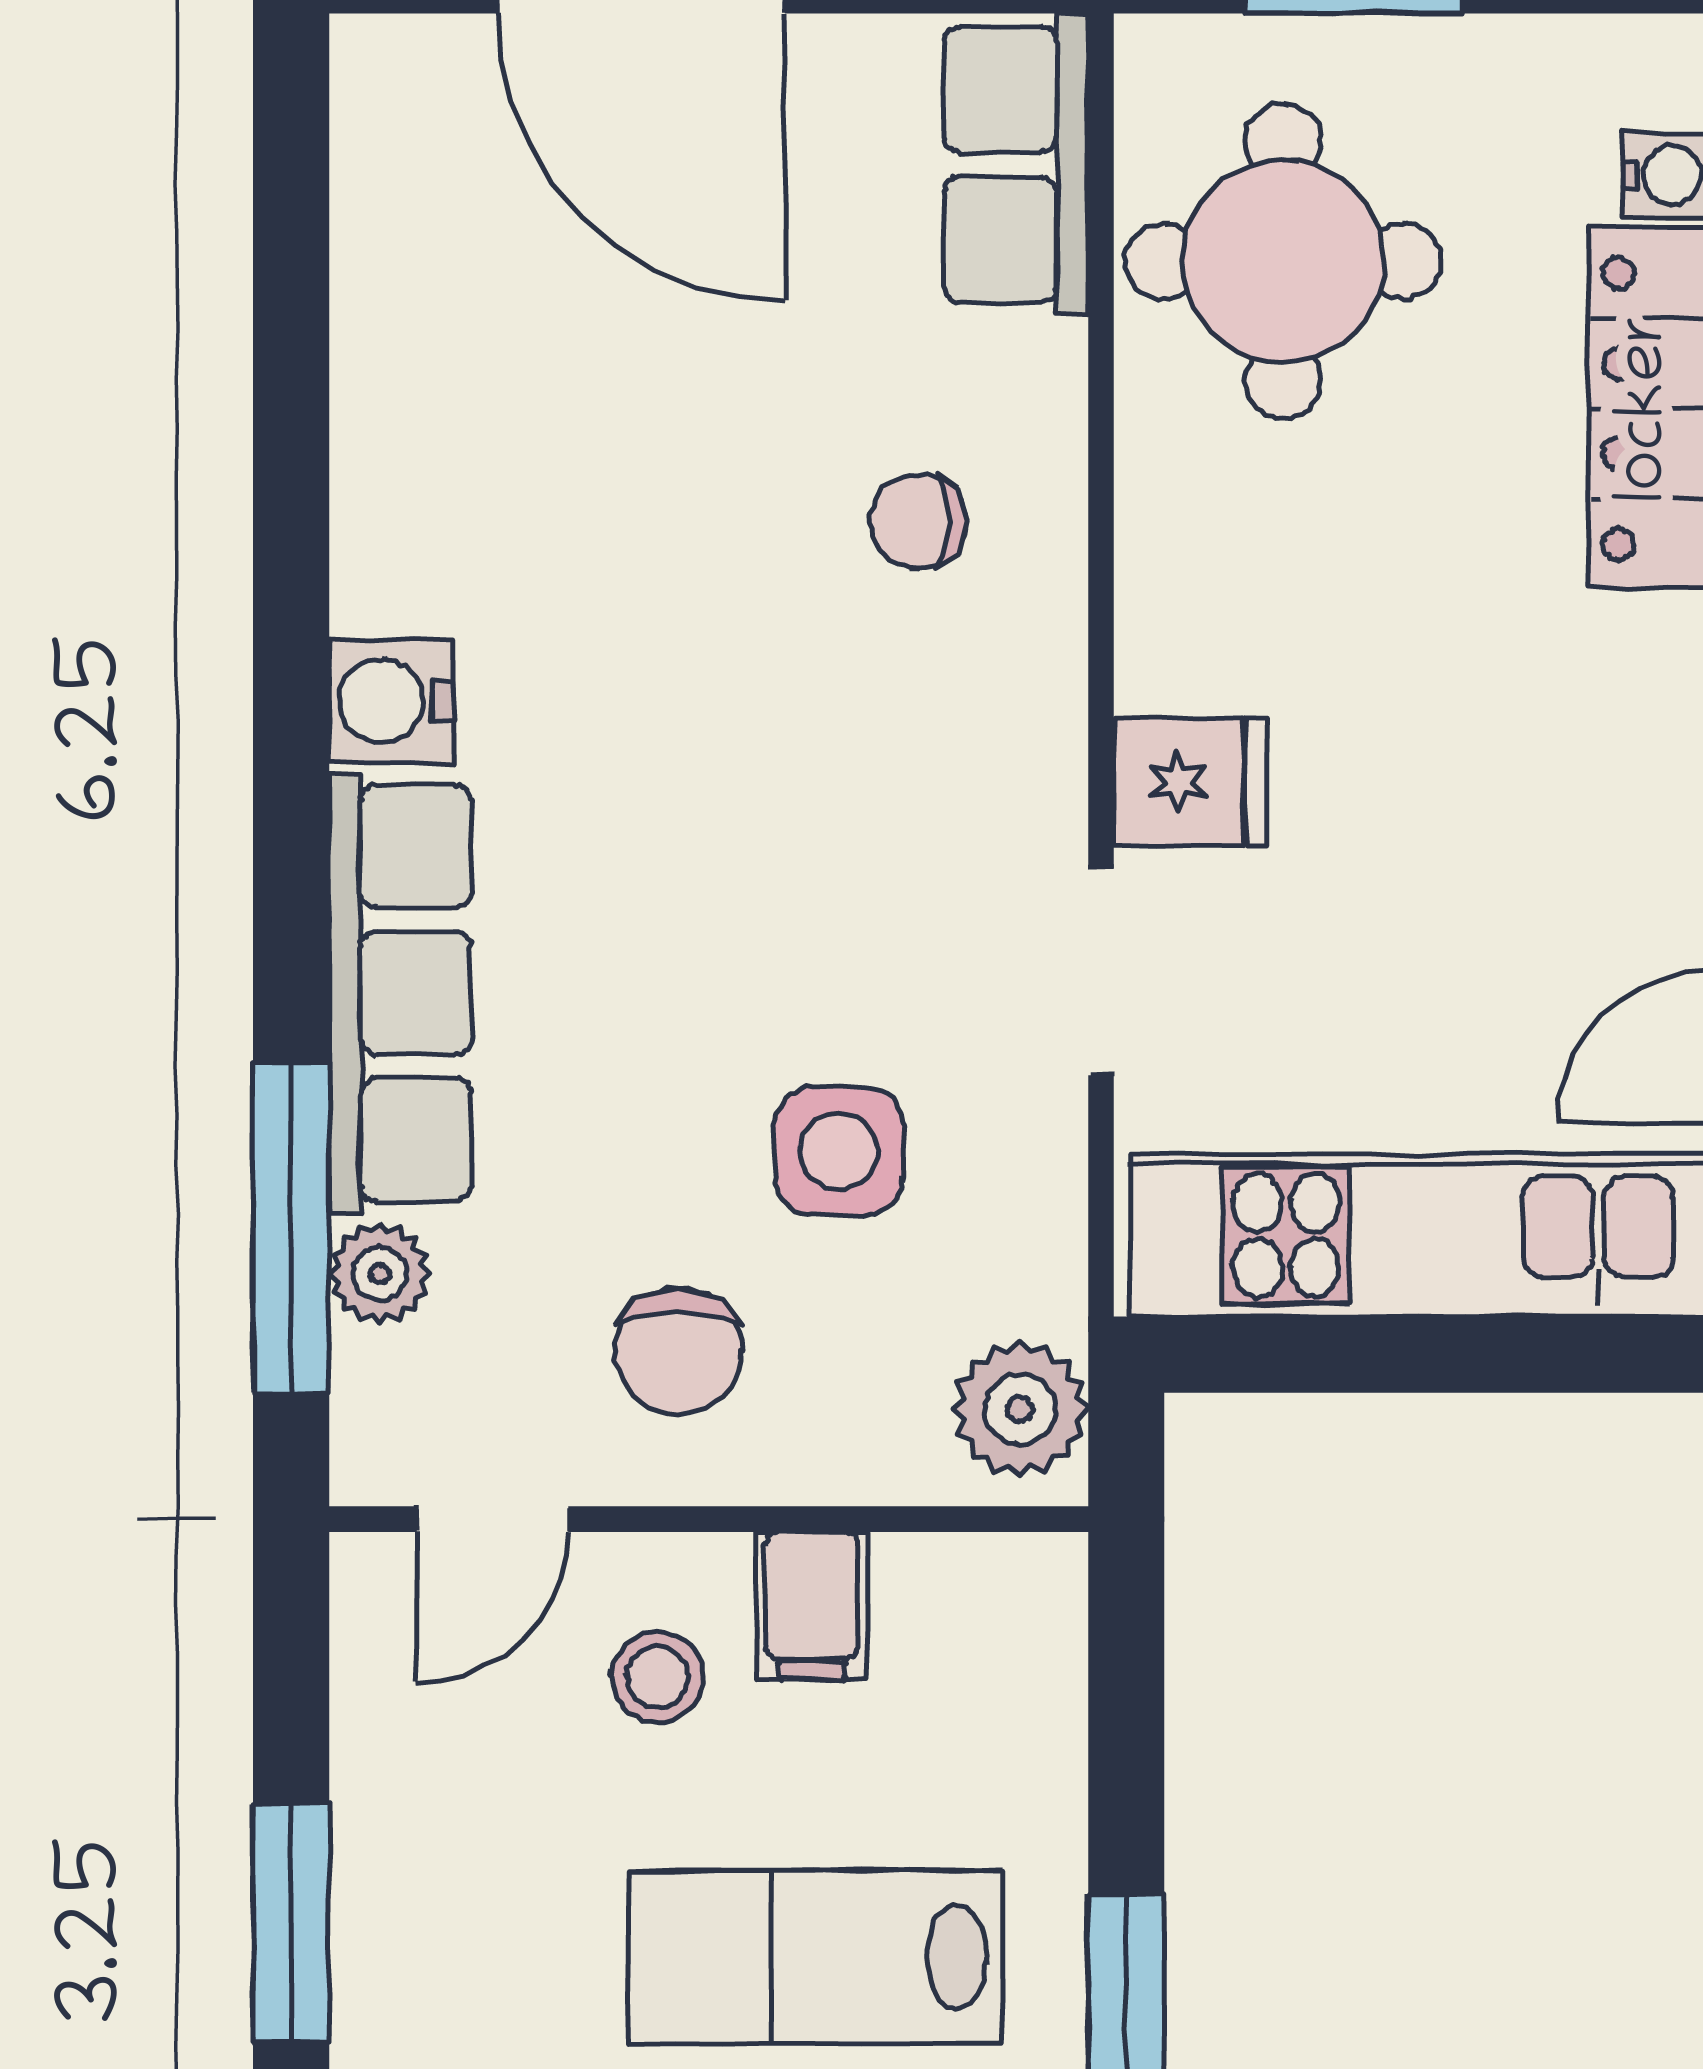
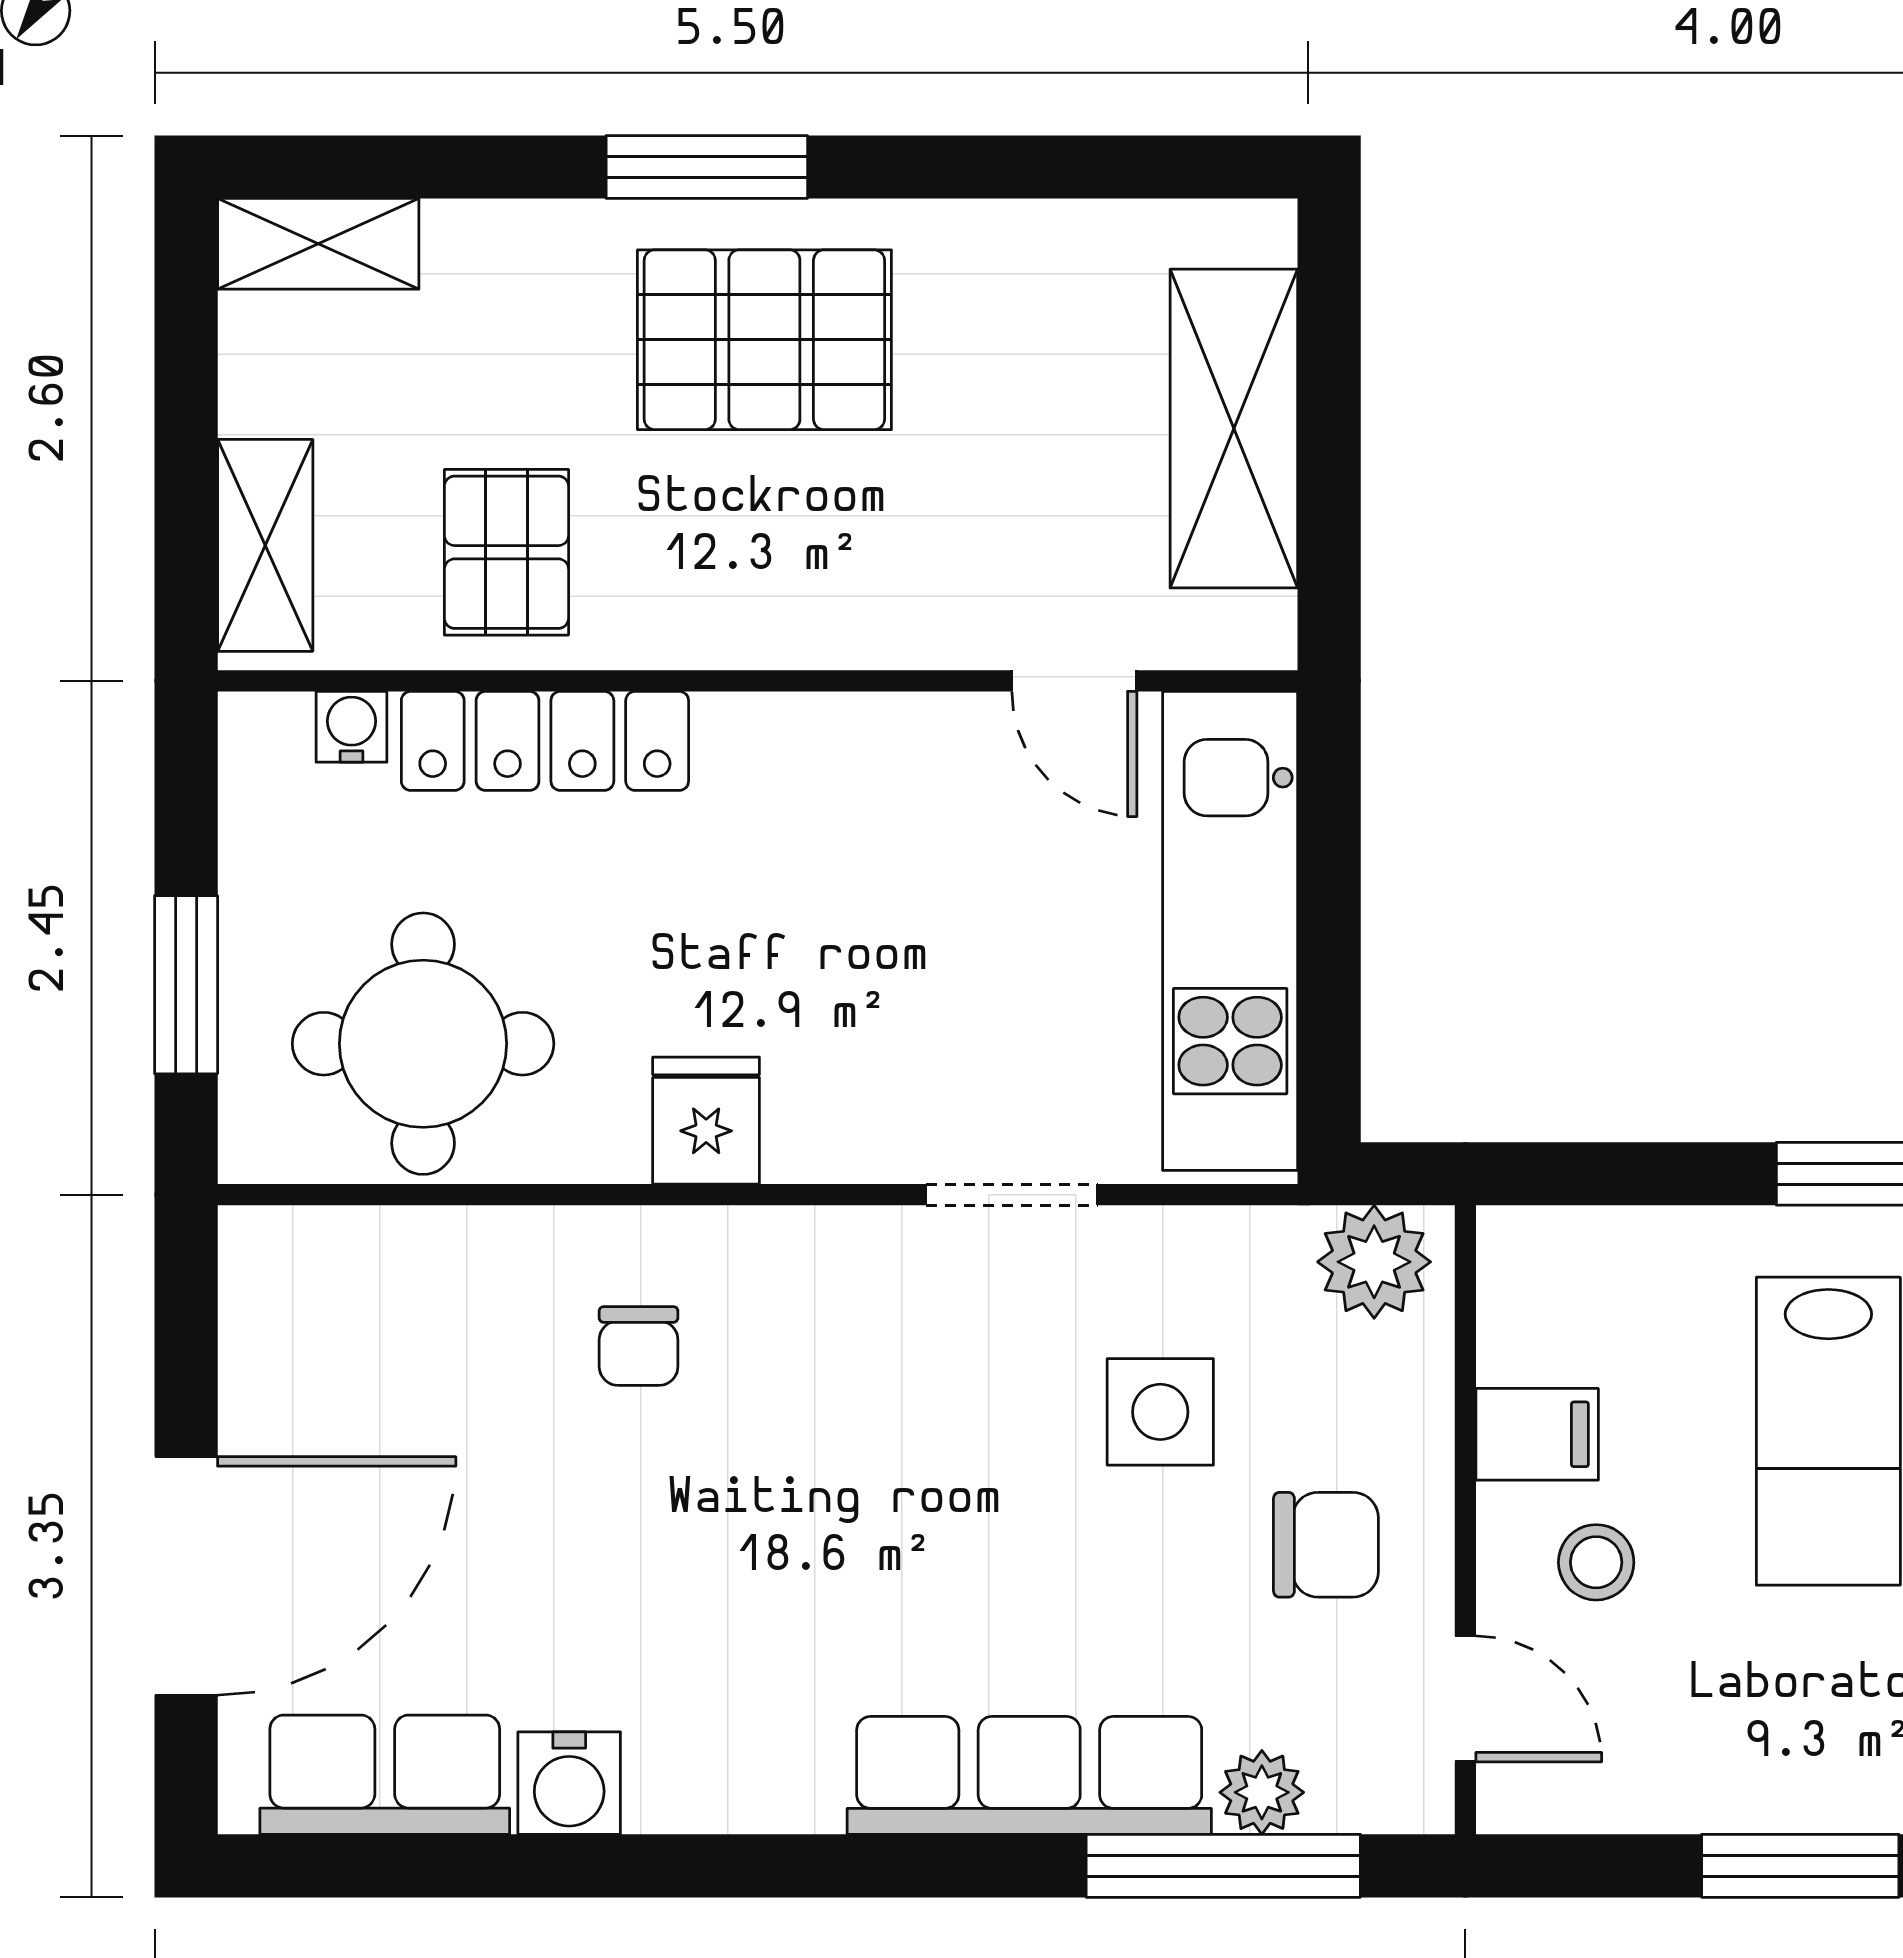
row of seats: (1016, 165) -> (385, 1775), moved, turned 180
water cooler: (391, 701) -> (569, 1783), moved
fridge: (1190, 782) -> (706, 1121), moved

